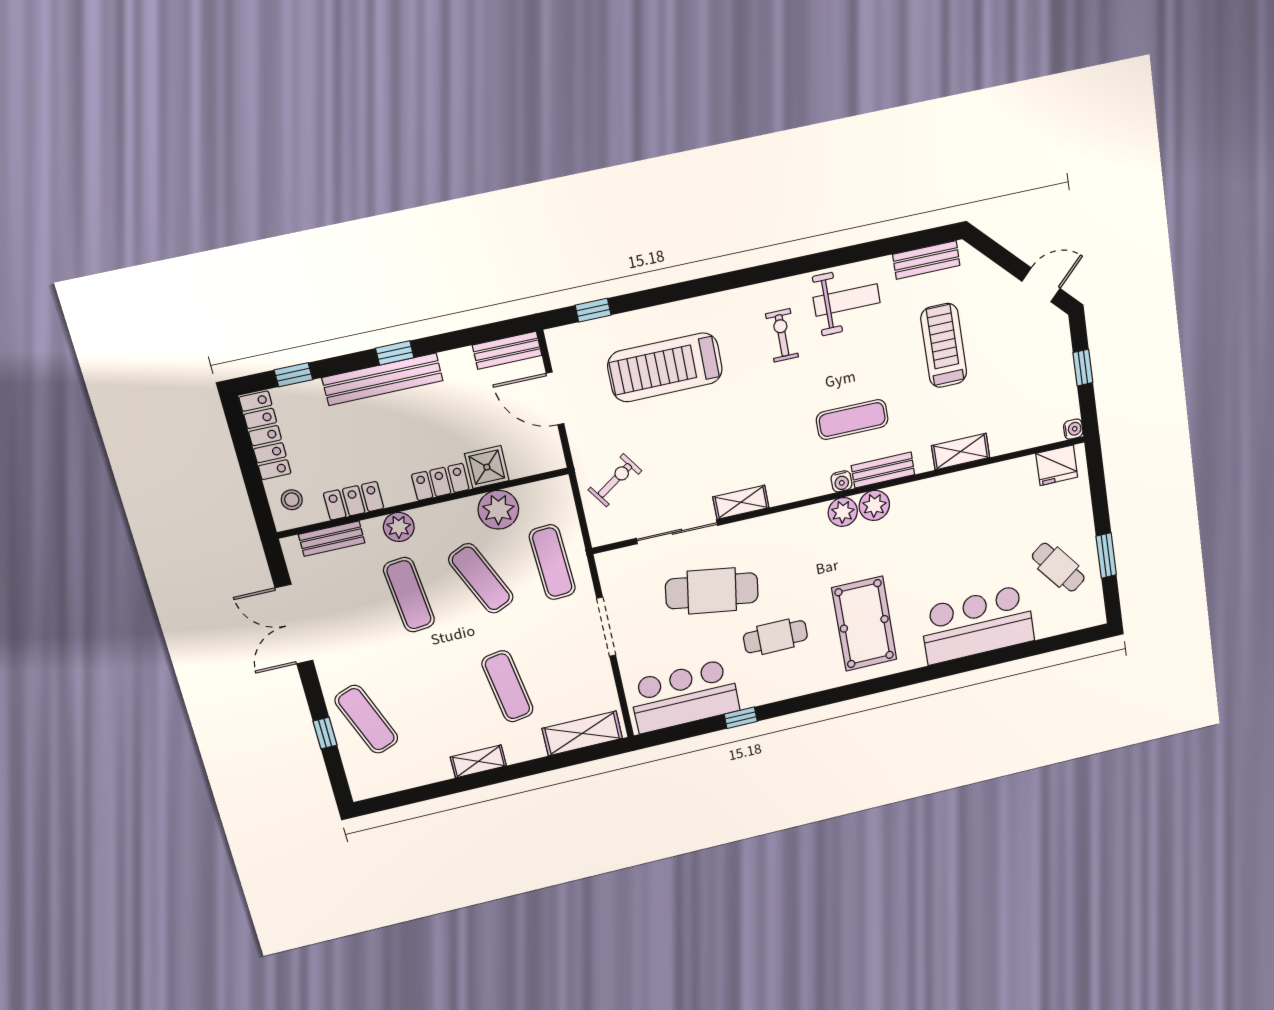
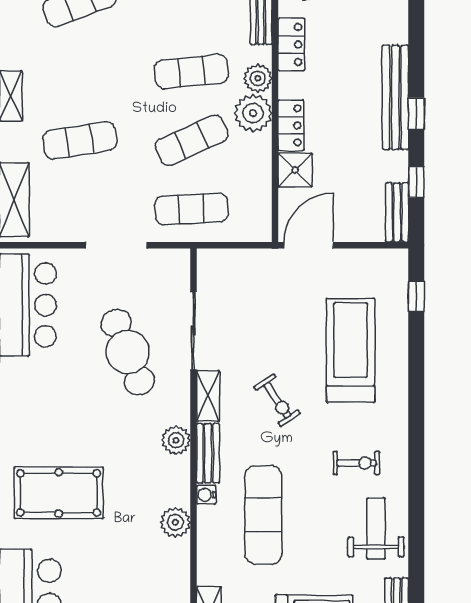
weight bench: (847, 300) -> (376, 528), turned 180
window: (293, 375) -> (416, 182), moved
door: (555, 399) -> (309, 245), moved
exercise mat: (852, 420) -> (263, 515), width x1.36, depth x1.45
bench: (883, 470) -> (208, 453), moved
exercise bike: (615, 480) -> (277, 400), moved
plant: (498, 510) -> (253, 113), moved
plant: (843, 512) -> (176, 440), moved
cafe table: (712, 591) -> (128, 352), turned -31
cafe table: (775, 637) -> (67, 404), removed

